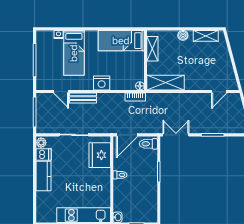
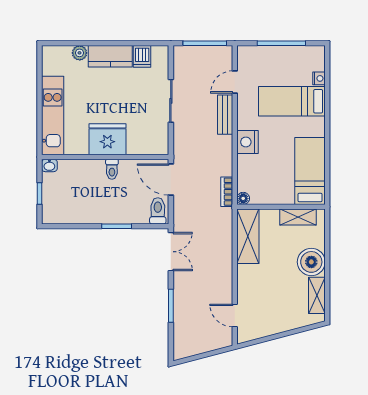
boiler: (183, 35) -> (311, 262), width x1.86, depth x1.86
plant: (41, 143) -> (80, 53), moved
fridge: (100, 155) -> (107, 139), moved

